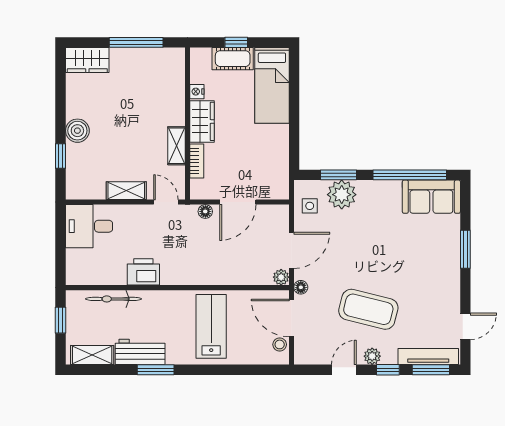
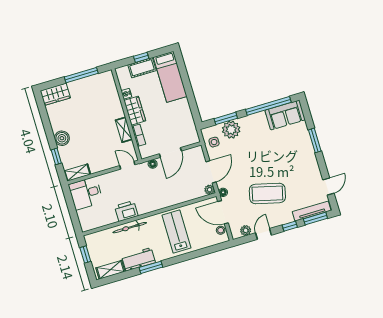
shelving: (126, 191) -> (77, 173), moved
bicycle: (113, 299) -> (130, 228), moved
plant: (372, 356) -> (246, 230), moved

